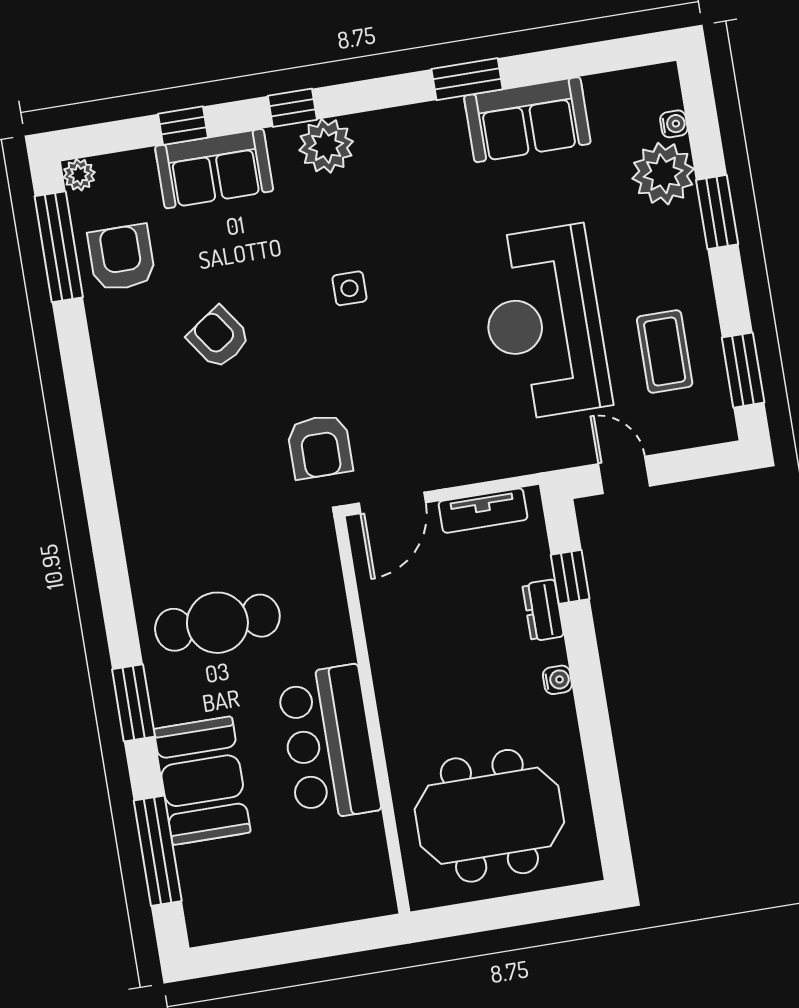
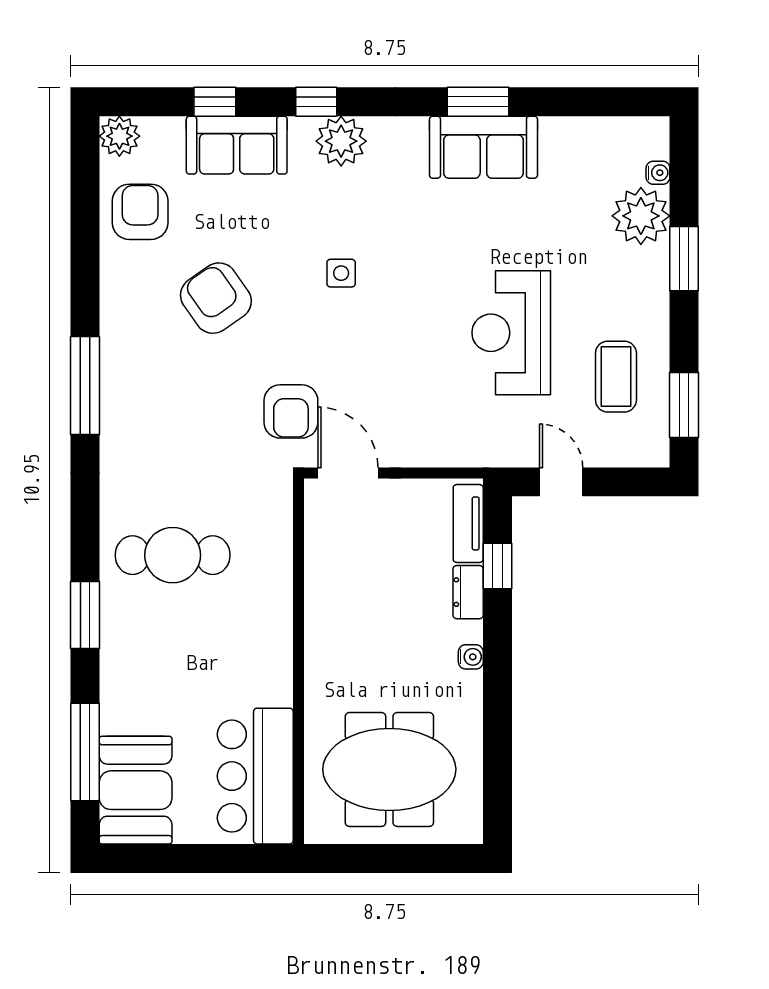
sofa: (527, 120) -> (483, 147), moved
plant: (79, 175) -> (119, 136), width x1.38, depth x1.38
window: (59, 247) -> (85, 386), moved
reception desk: (544, 323) -> (511, 333), width x0.74, depth x0.77
armchair: (219, 337) -> (216, 298), width x1.38, depth x1.38
door: (392, 503) -> (348, 473), swing flipped
tv unit: (483, 511) -> (468, 523), moved, turned 90
bar counter: (329, 743) -> (255, 776), moved
booth: (202, 781) -> (136, 790), moved

